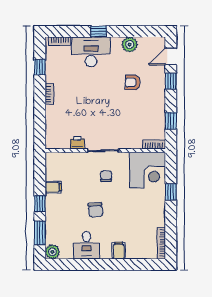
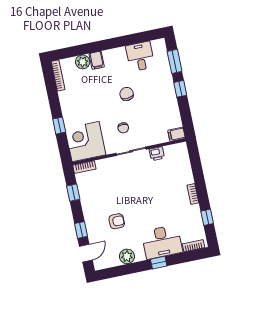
filing cabinet: (53, 187) -> (177, 134), moved
desk: (87, 245) -> (140, 56), moved
plant: (52, 252) -> (83, 62), moved

